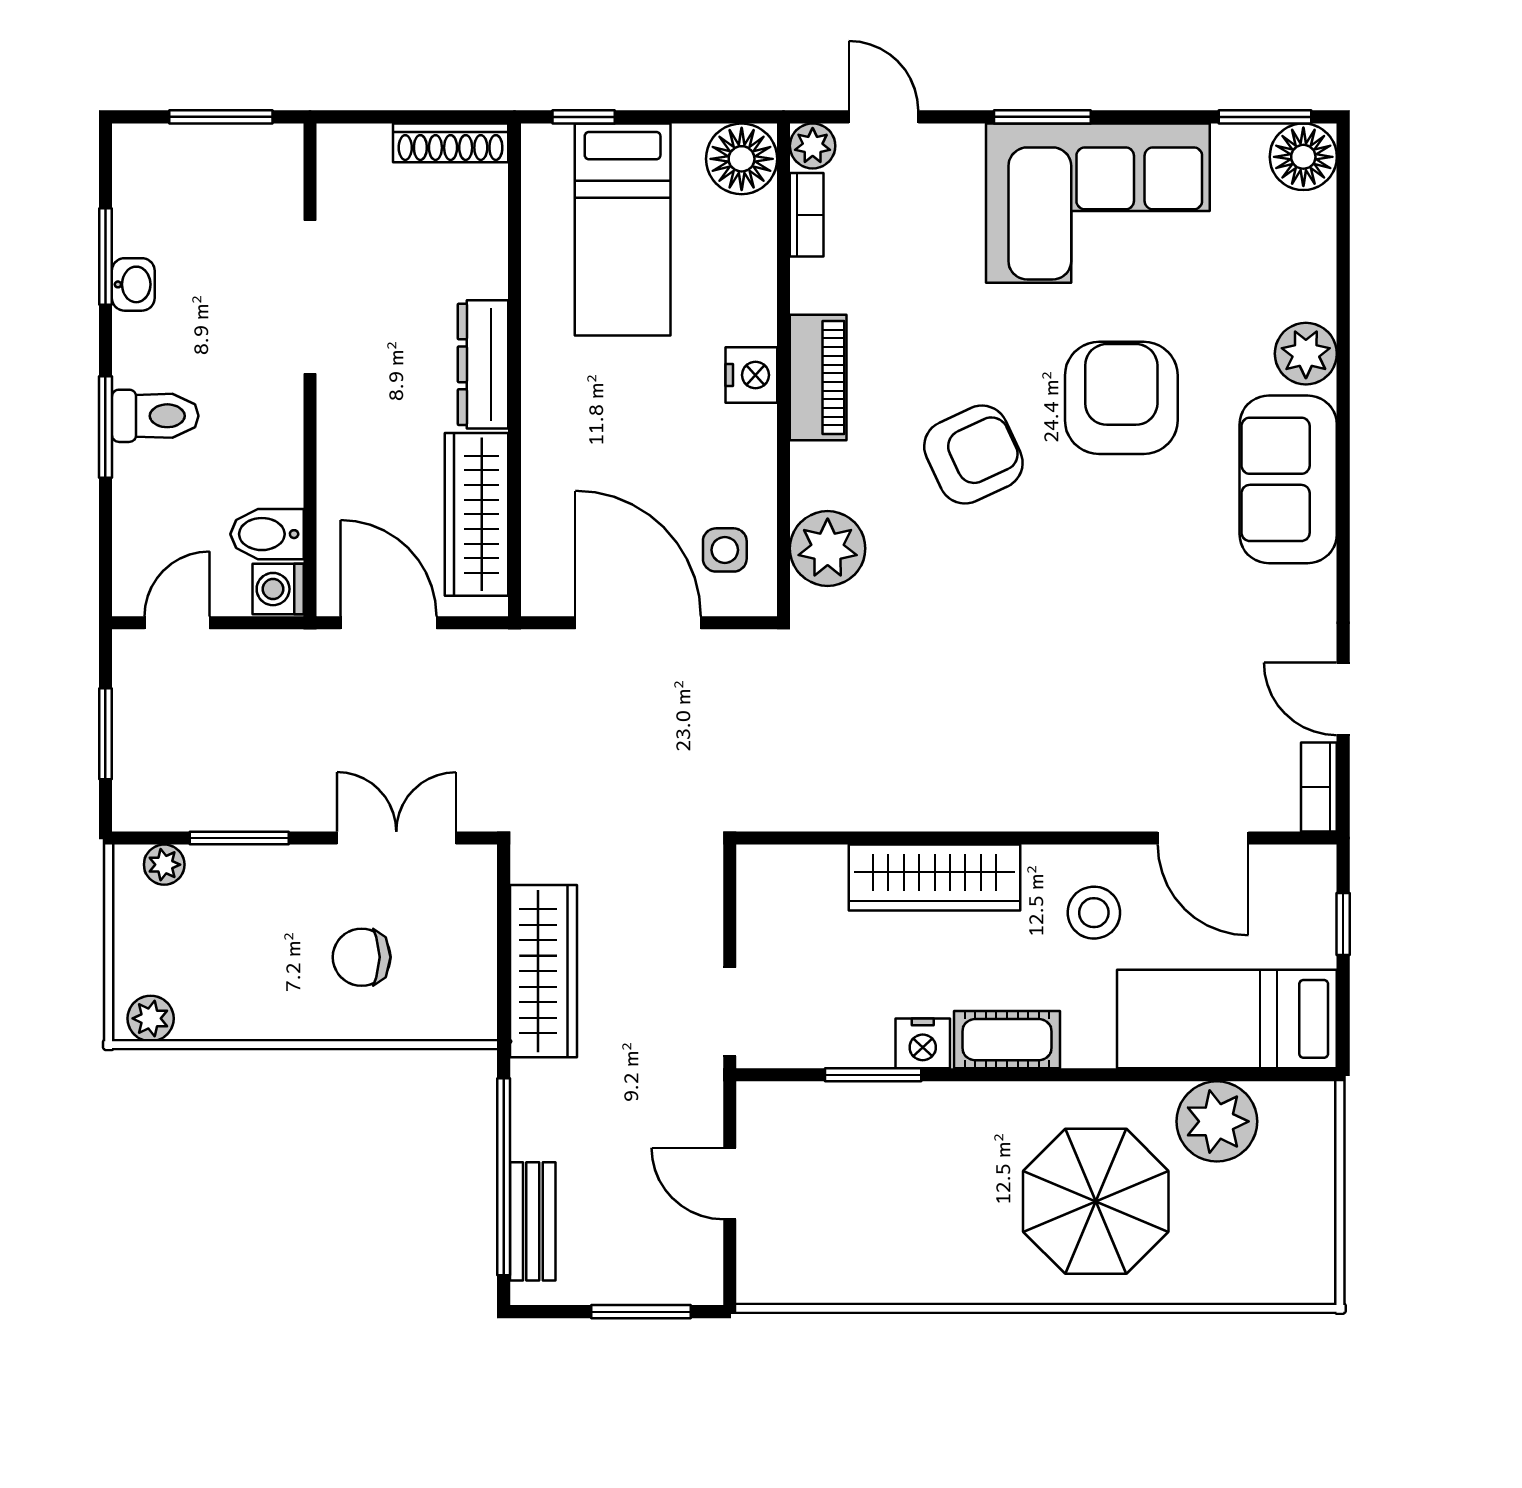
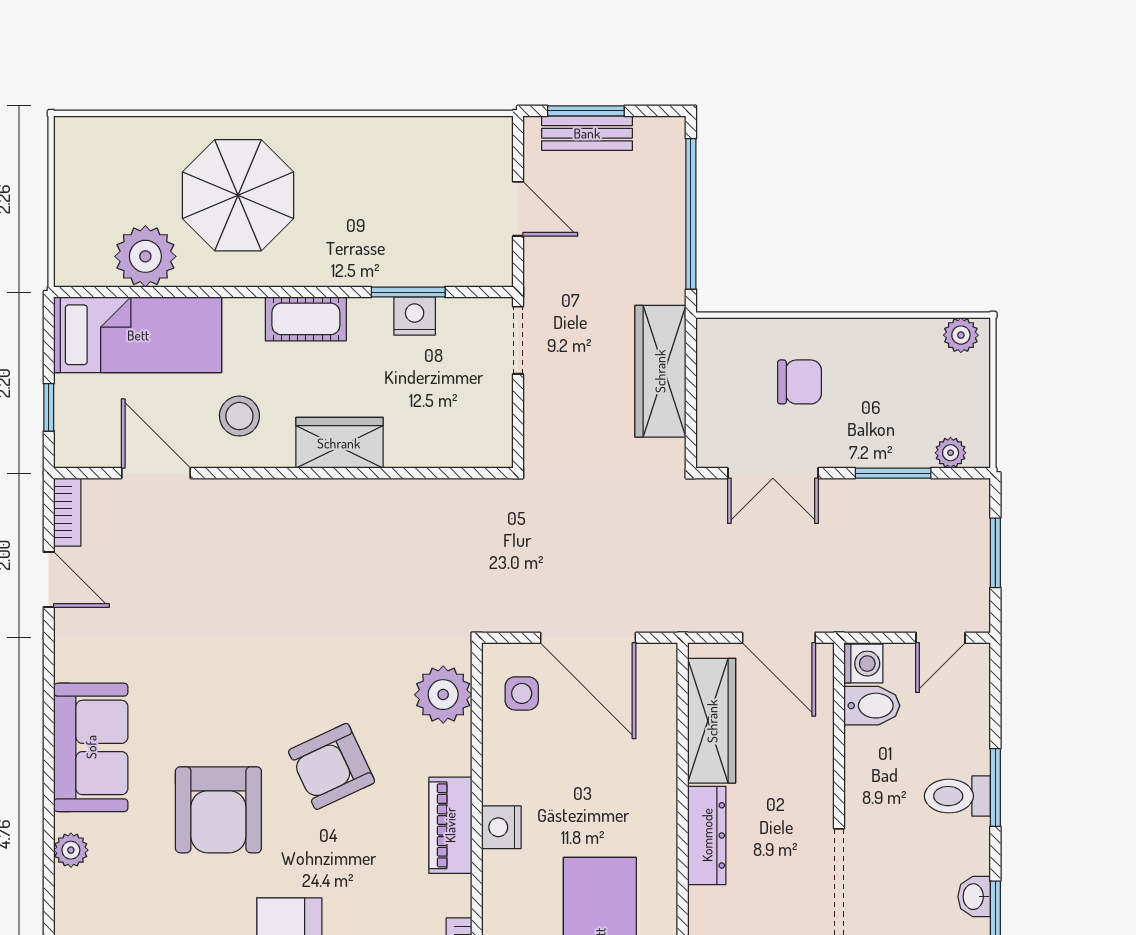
plant: (1306, 354) -> (71, 850), width x0.73, depth x0.73
wardrobe: (935, 878) -> (339, 443), width x0.67
nightstand: (923, 1043) -> (415, 316), moved
bench: (533, 1221) -> (587, 133), moved, turned 90

